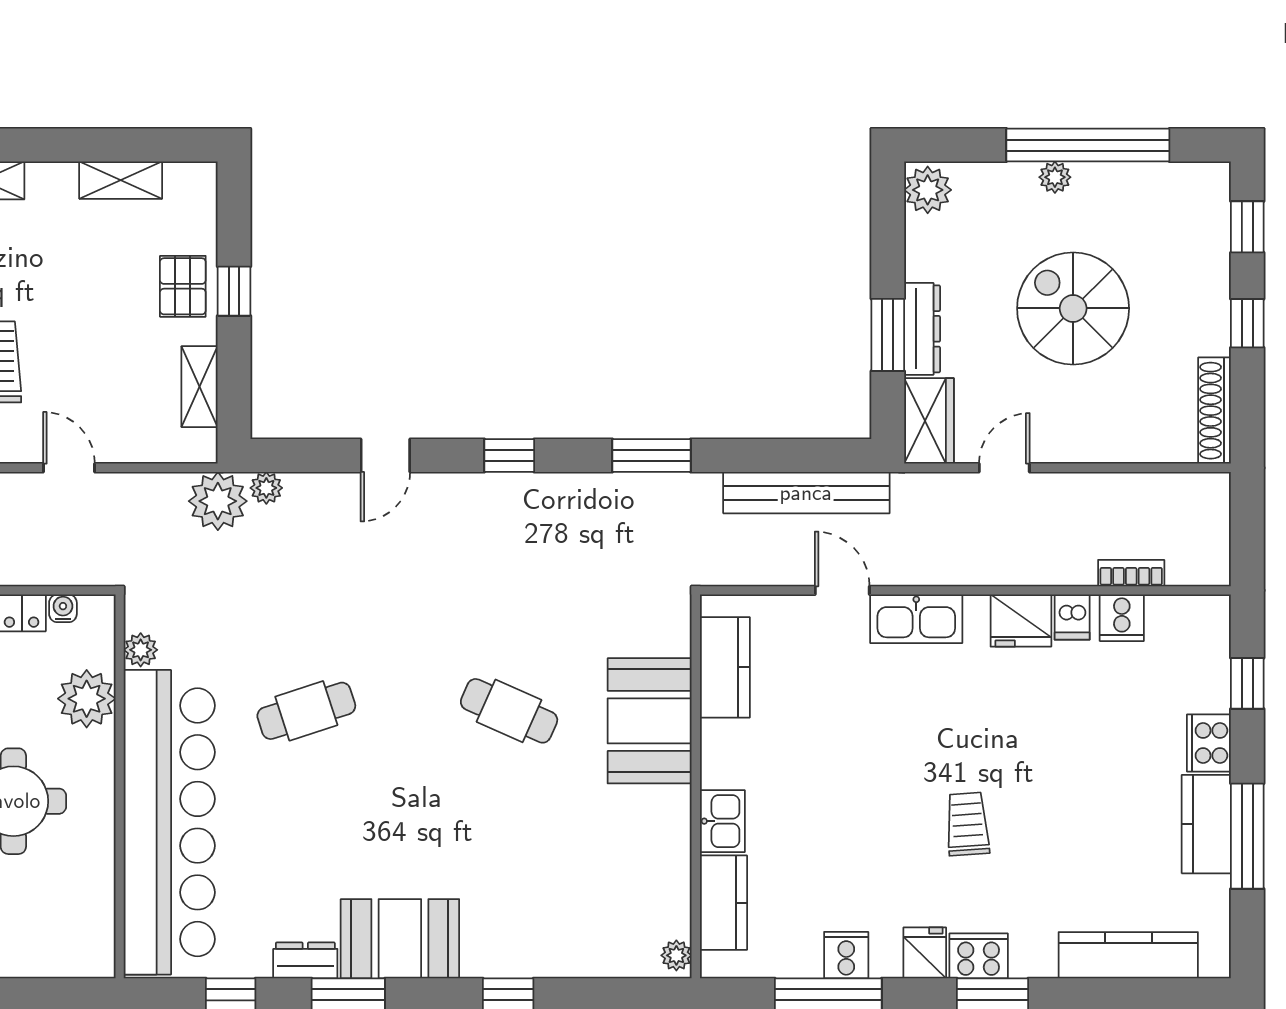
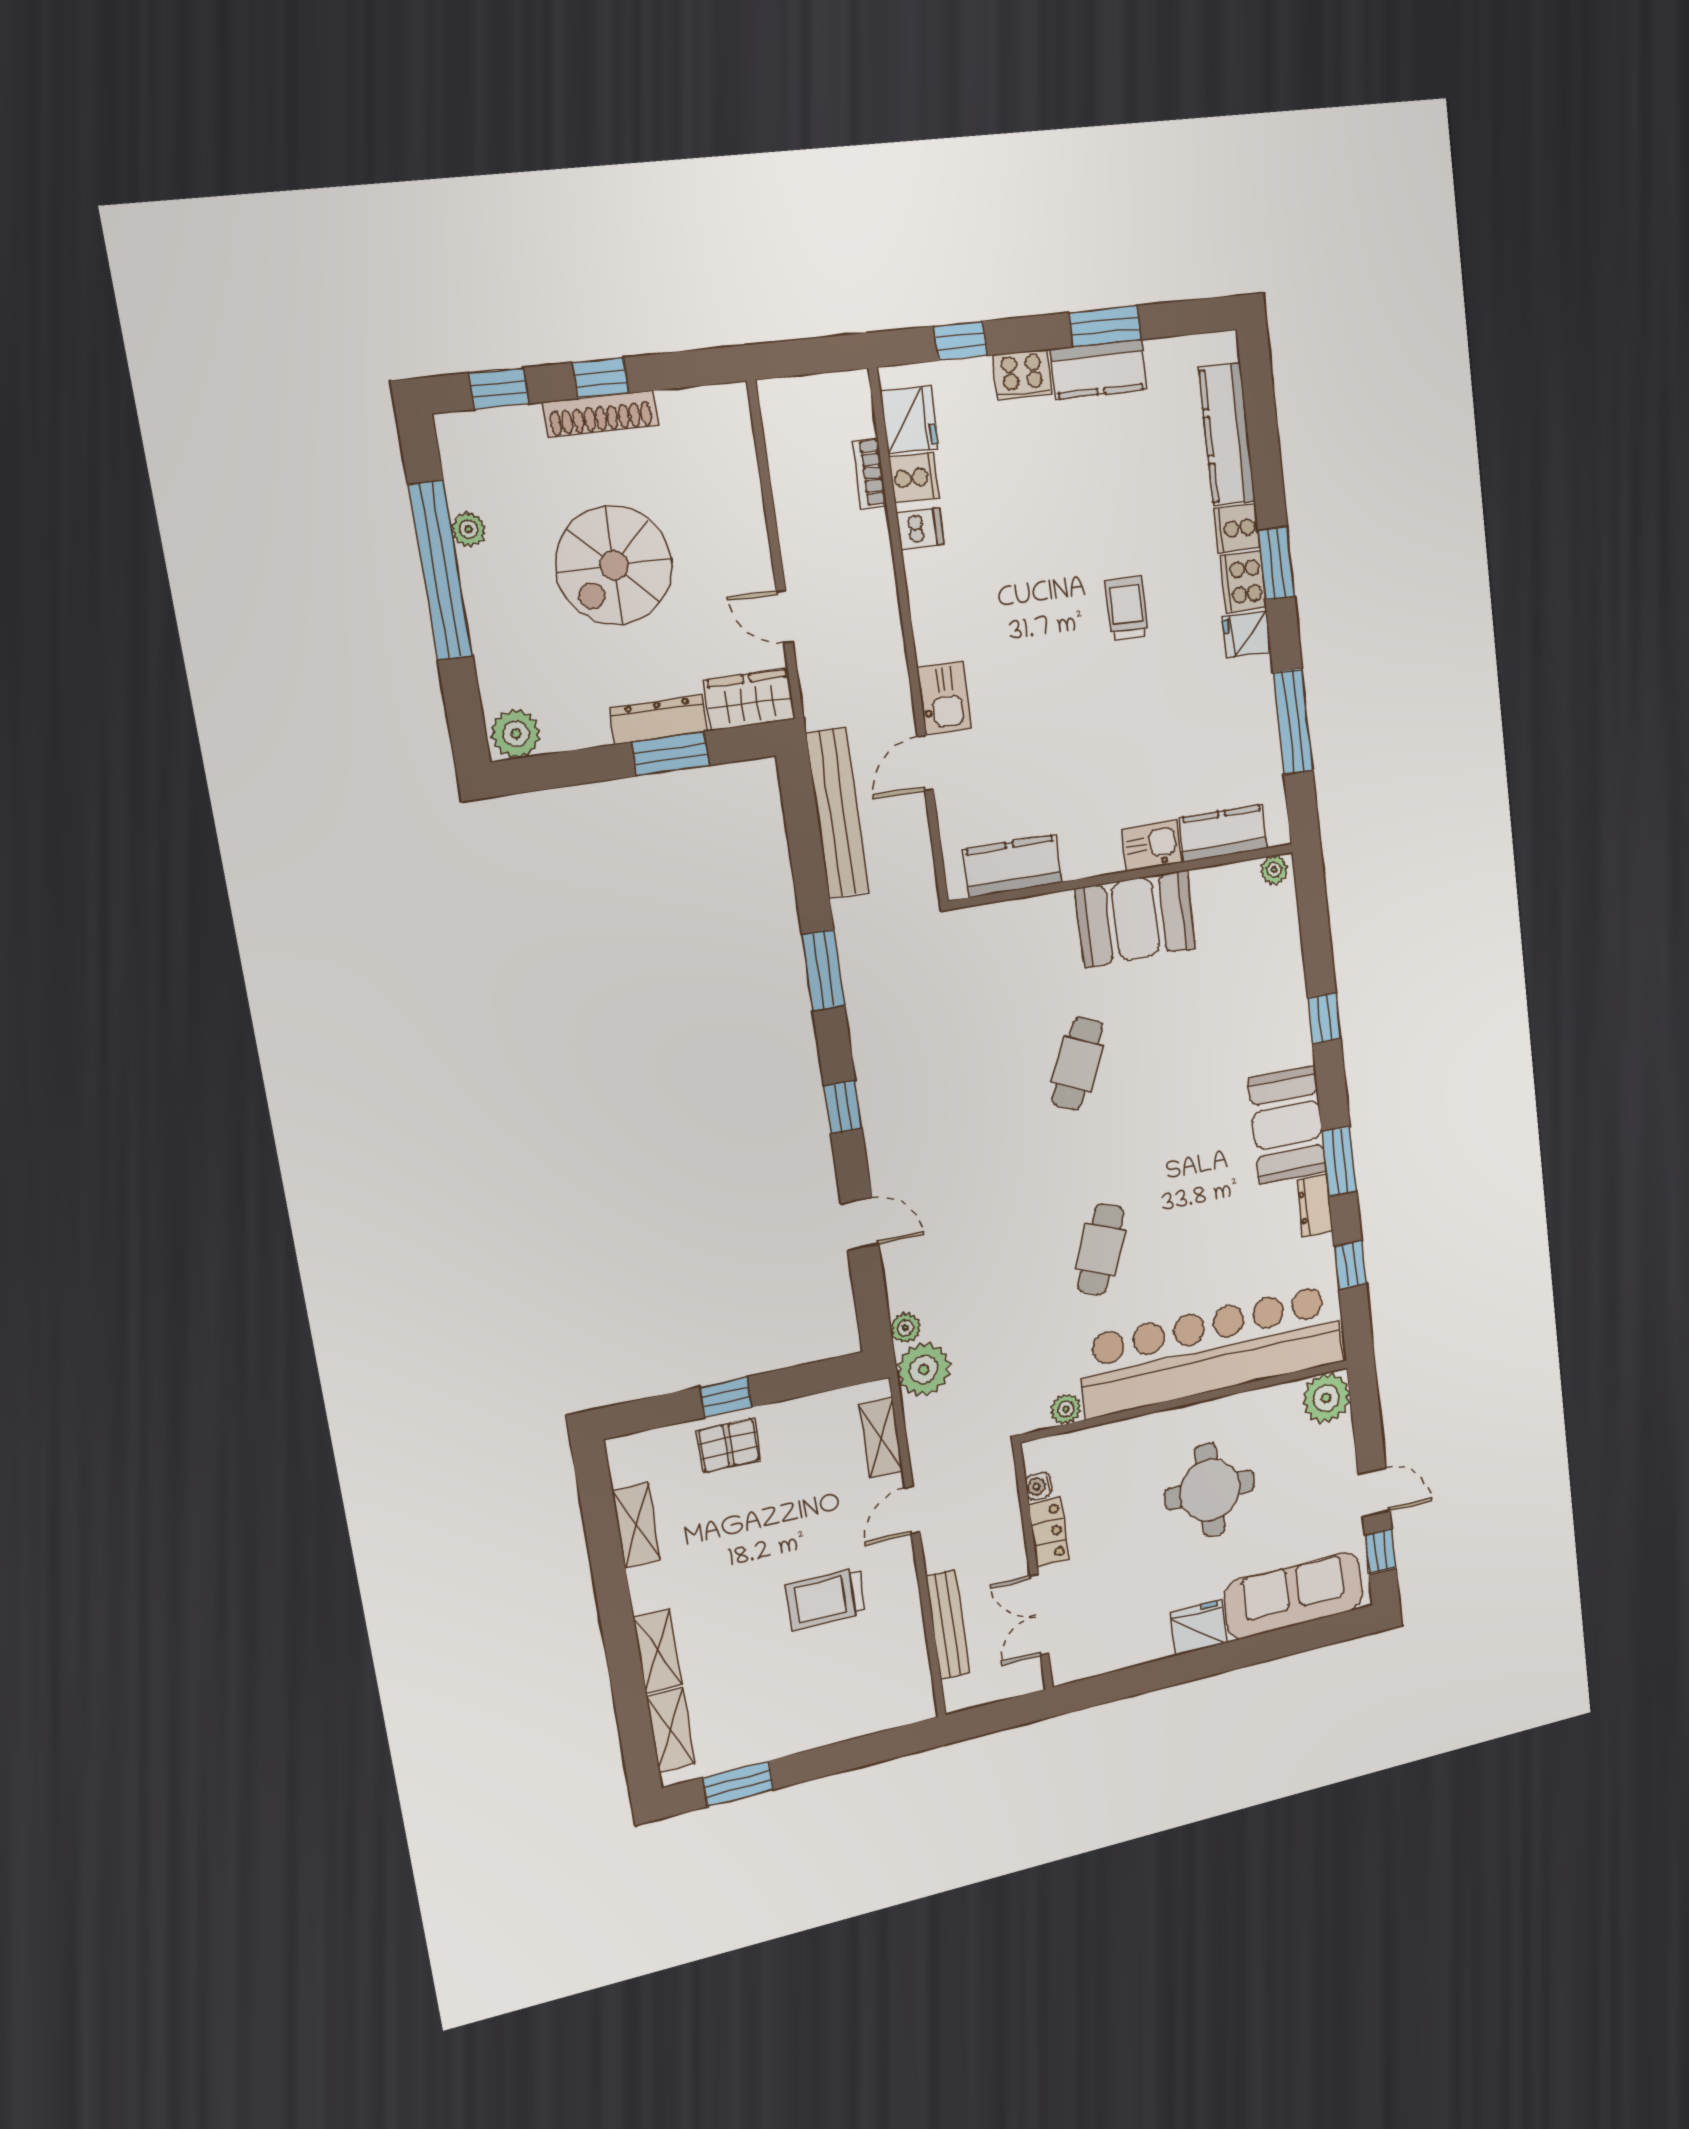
plant: (1055, 177) -> (468, 529), moved
shelving: (199, 387) -> (881, 1438), moved, turned 90
shoe rack: (1214, 411) -> (600, 414), moved
kitchen sink: (916, 619) -> (944, 698), width x0.73
fridge: (1021, 621) -> (909, 420), moved
plant: (87, 699) -> (1326, 1398), moved
cafe table: (306, 711) -> (1101, 1249), turned 39
booth: (650, 721) -> (1136, 919), moved
trolley: (967, 824) -> (1126, 609), turned 94
window: (1247, 836) -> (1105, 326), width x0.69
cooker: (846, 955) -> (1237, 528), moved

